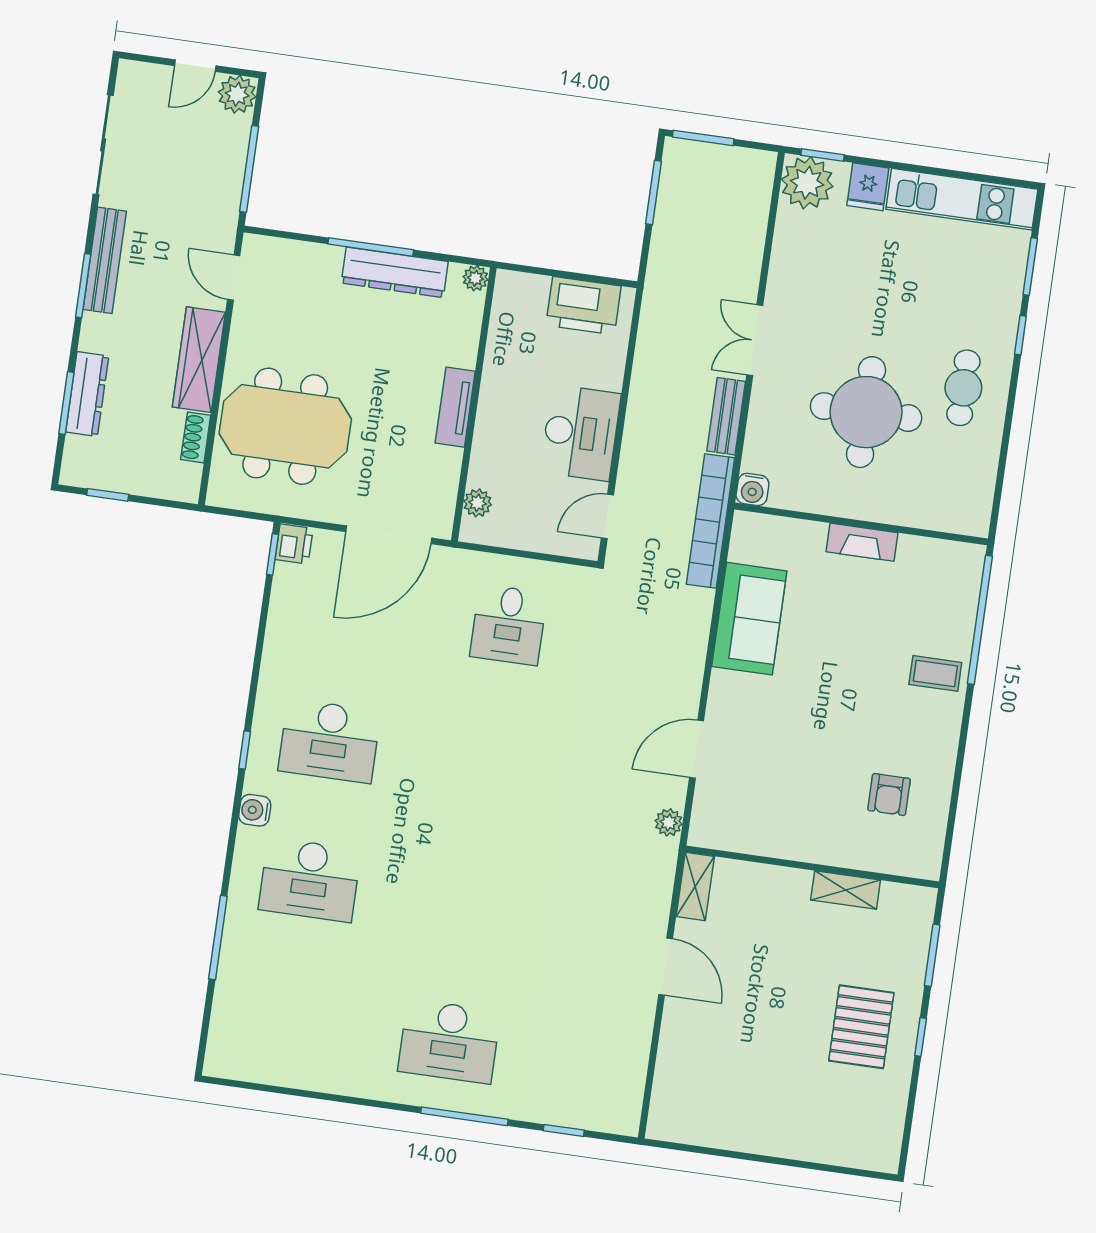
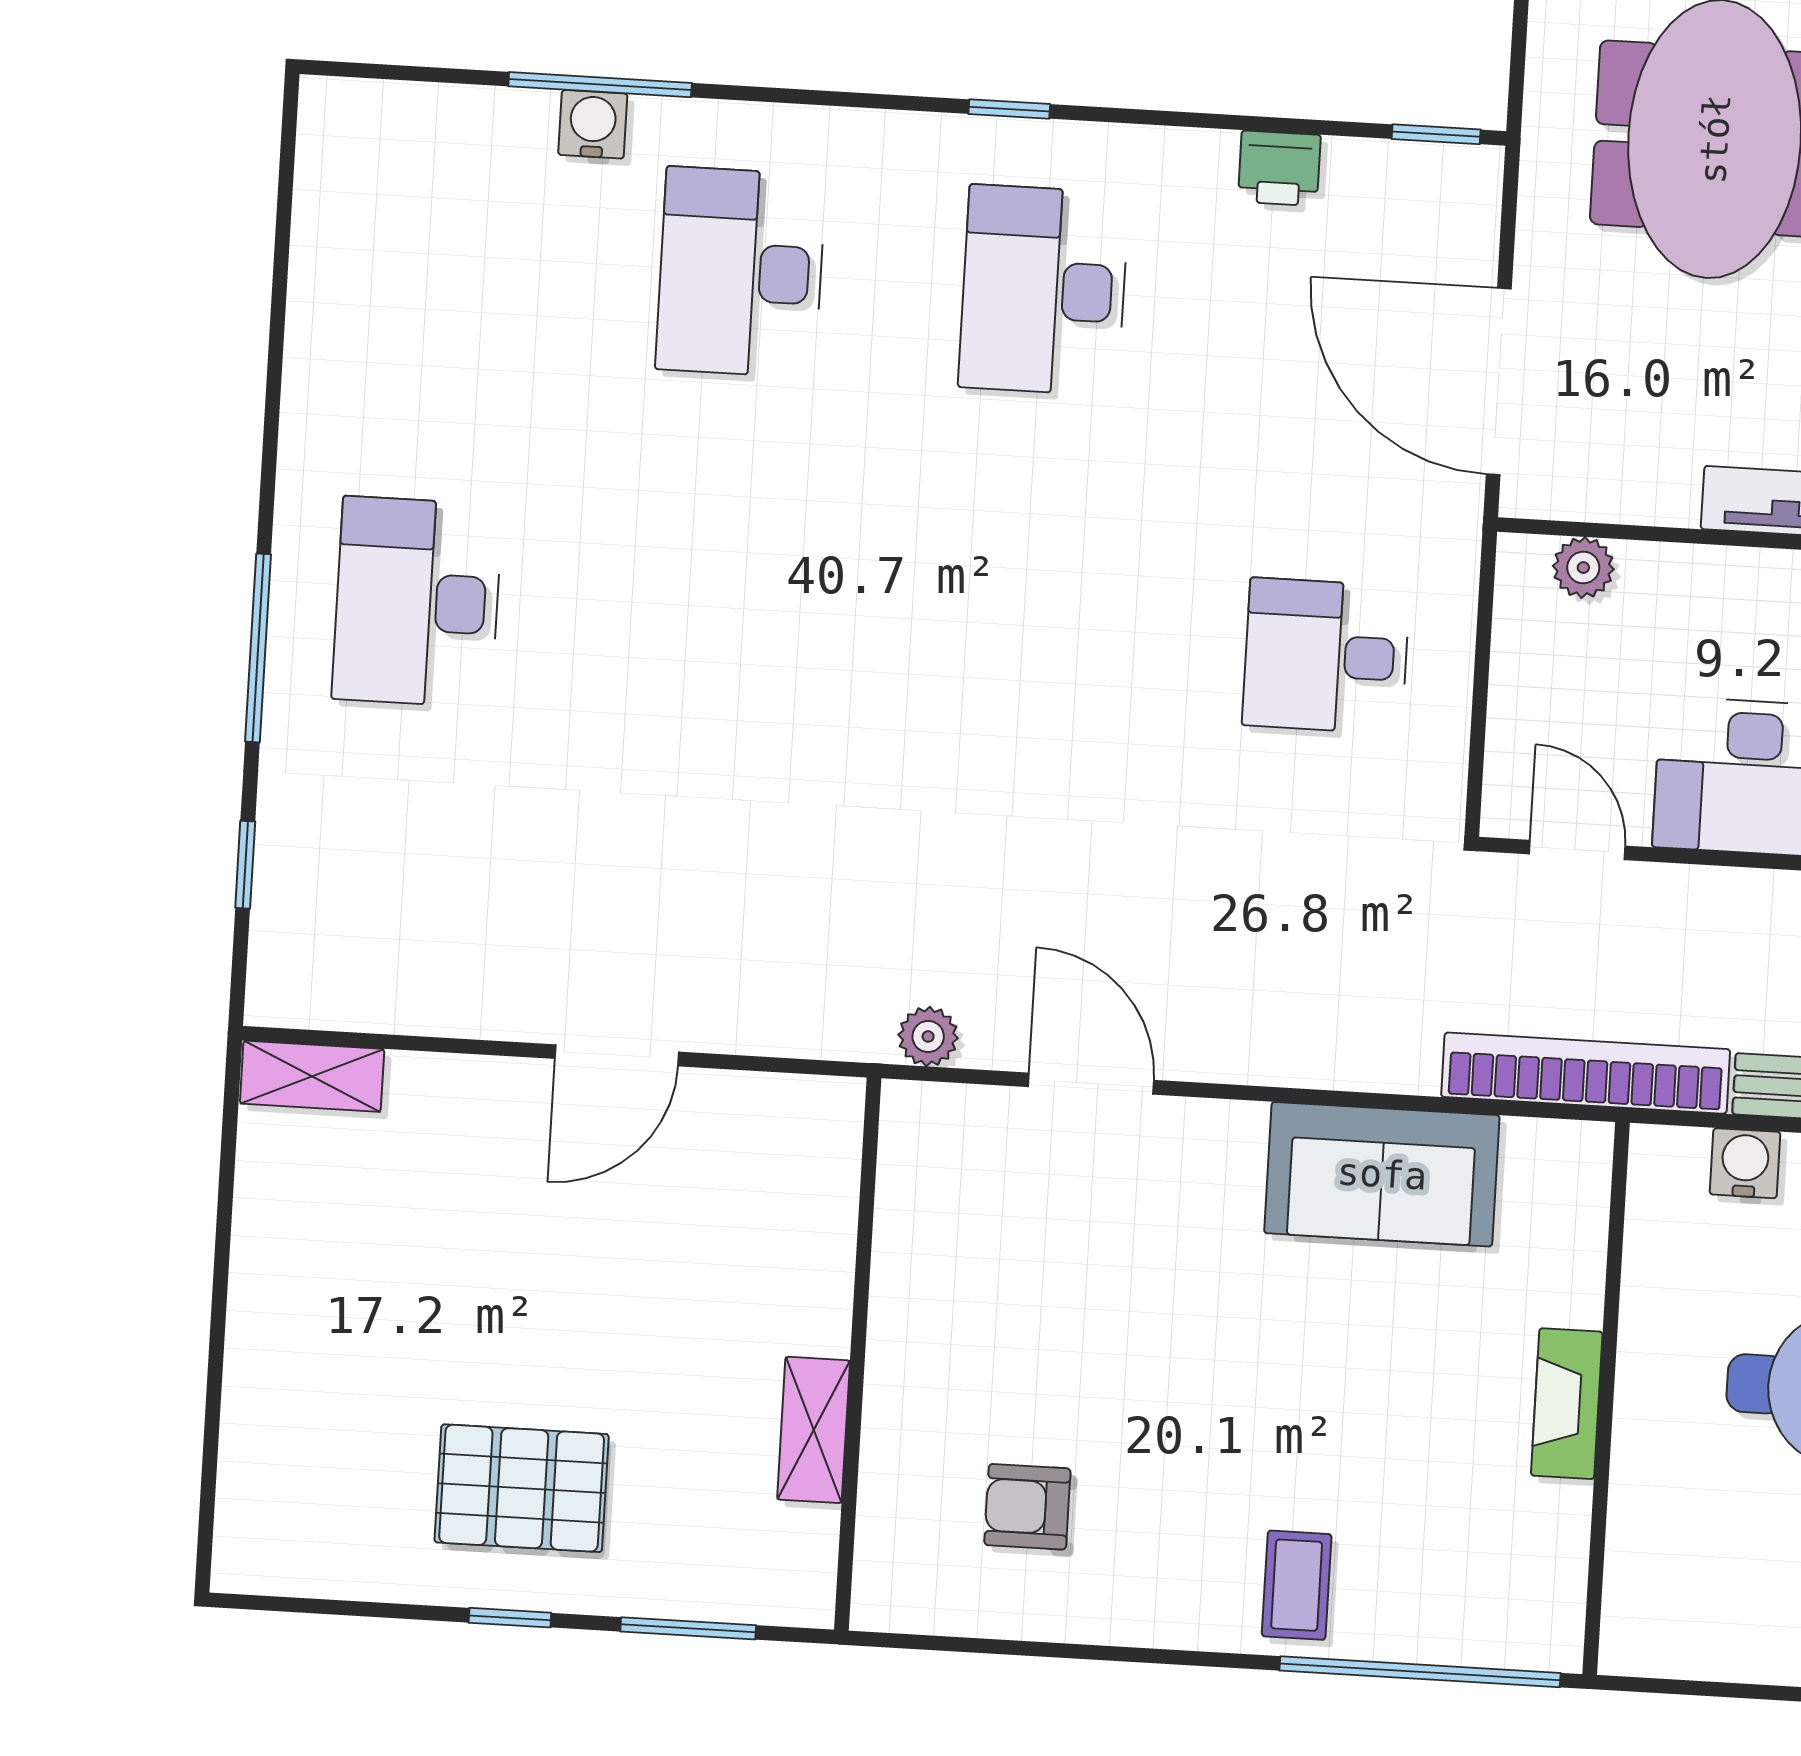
water cooler: (752, 489) -> (1745, 1163), moved, turned 90
printer: (294, 544) -> (1279, 168), moved
water cooler: (255, 810) -> (593, 124), moved
shelving: (695, 886) -> (312, 1076), moved

